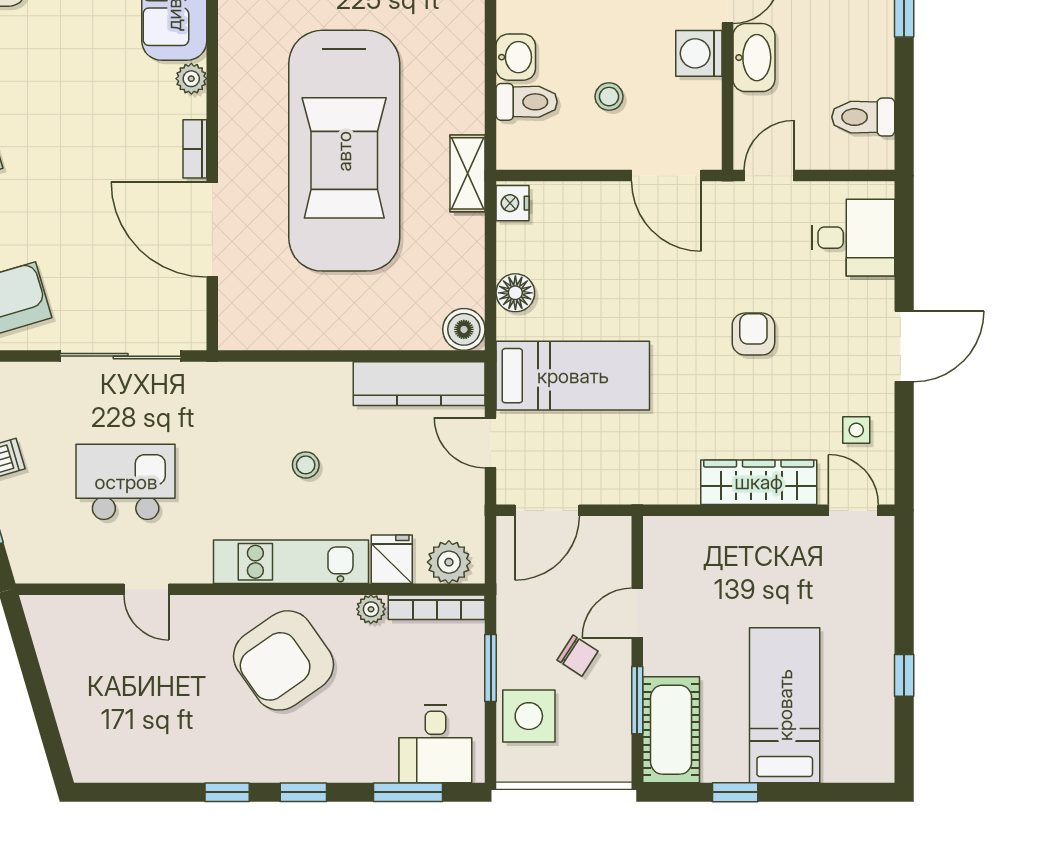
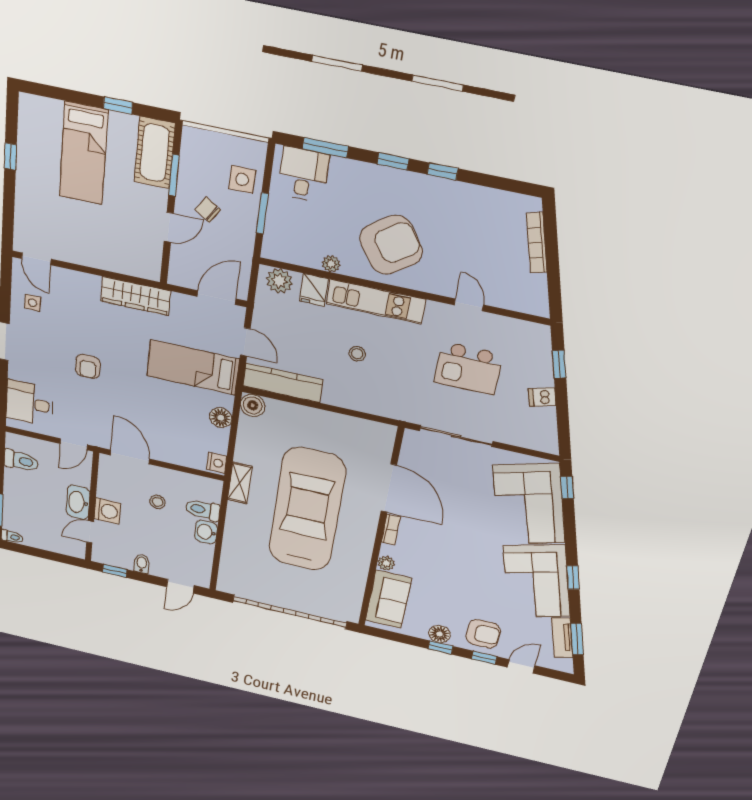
wardrobe: (759, 482) -> (136, 296), moved
bookcase: (437, 607) -> (537, 243), moved, turned -106
side table: (529, 716) -> (242, 179), width x0.73, depth x0.73

